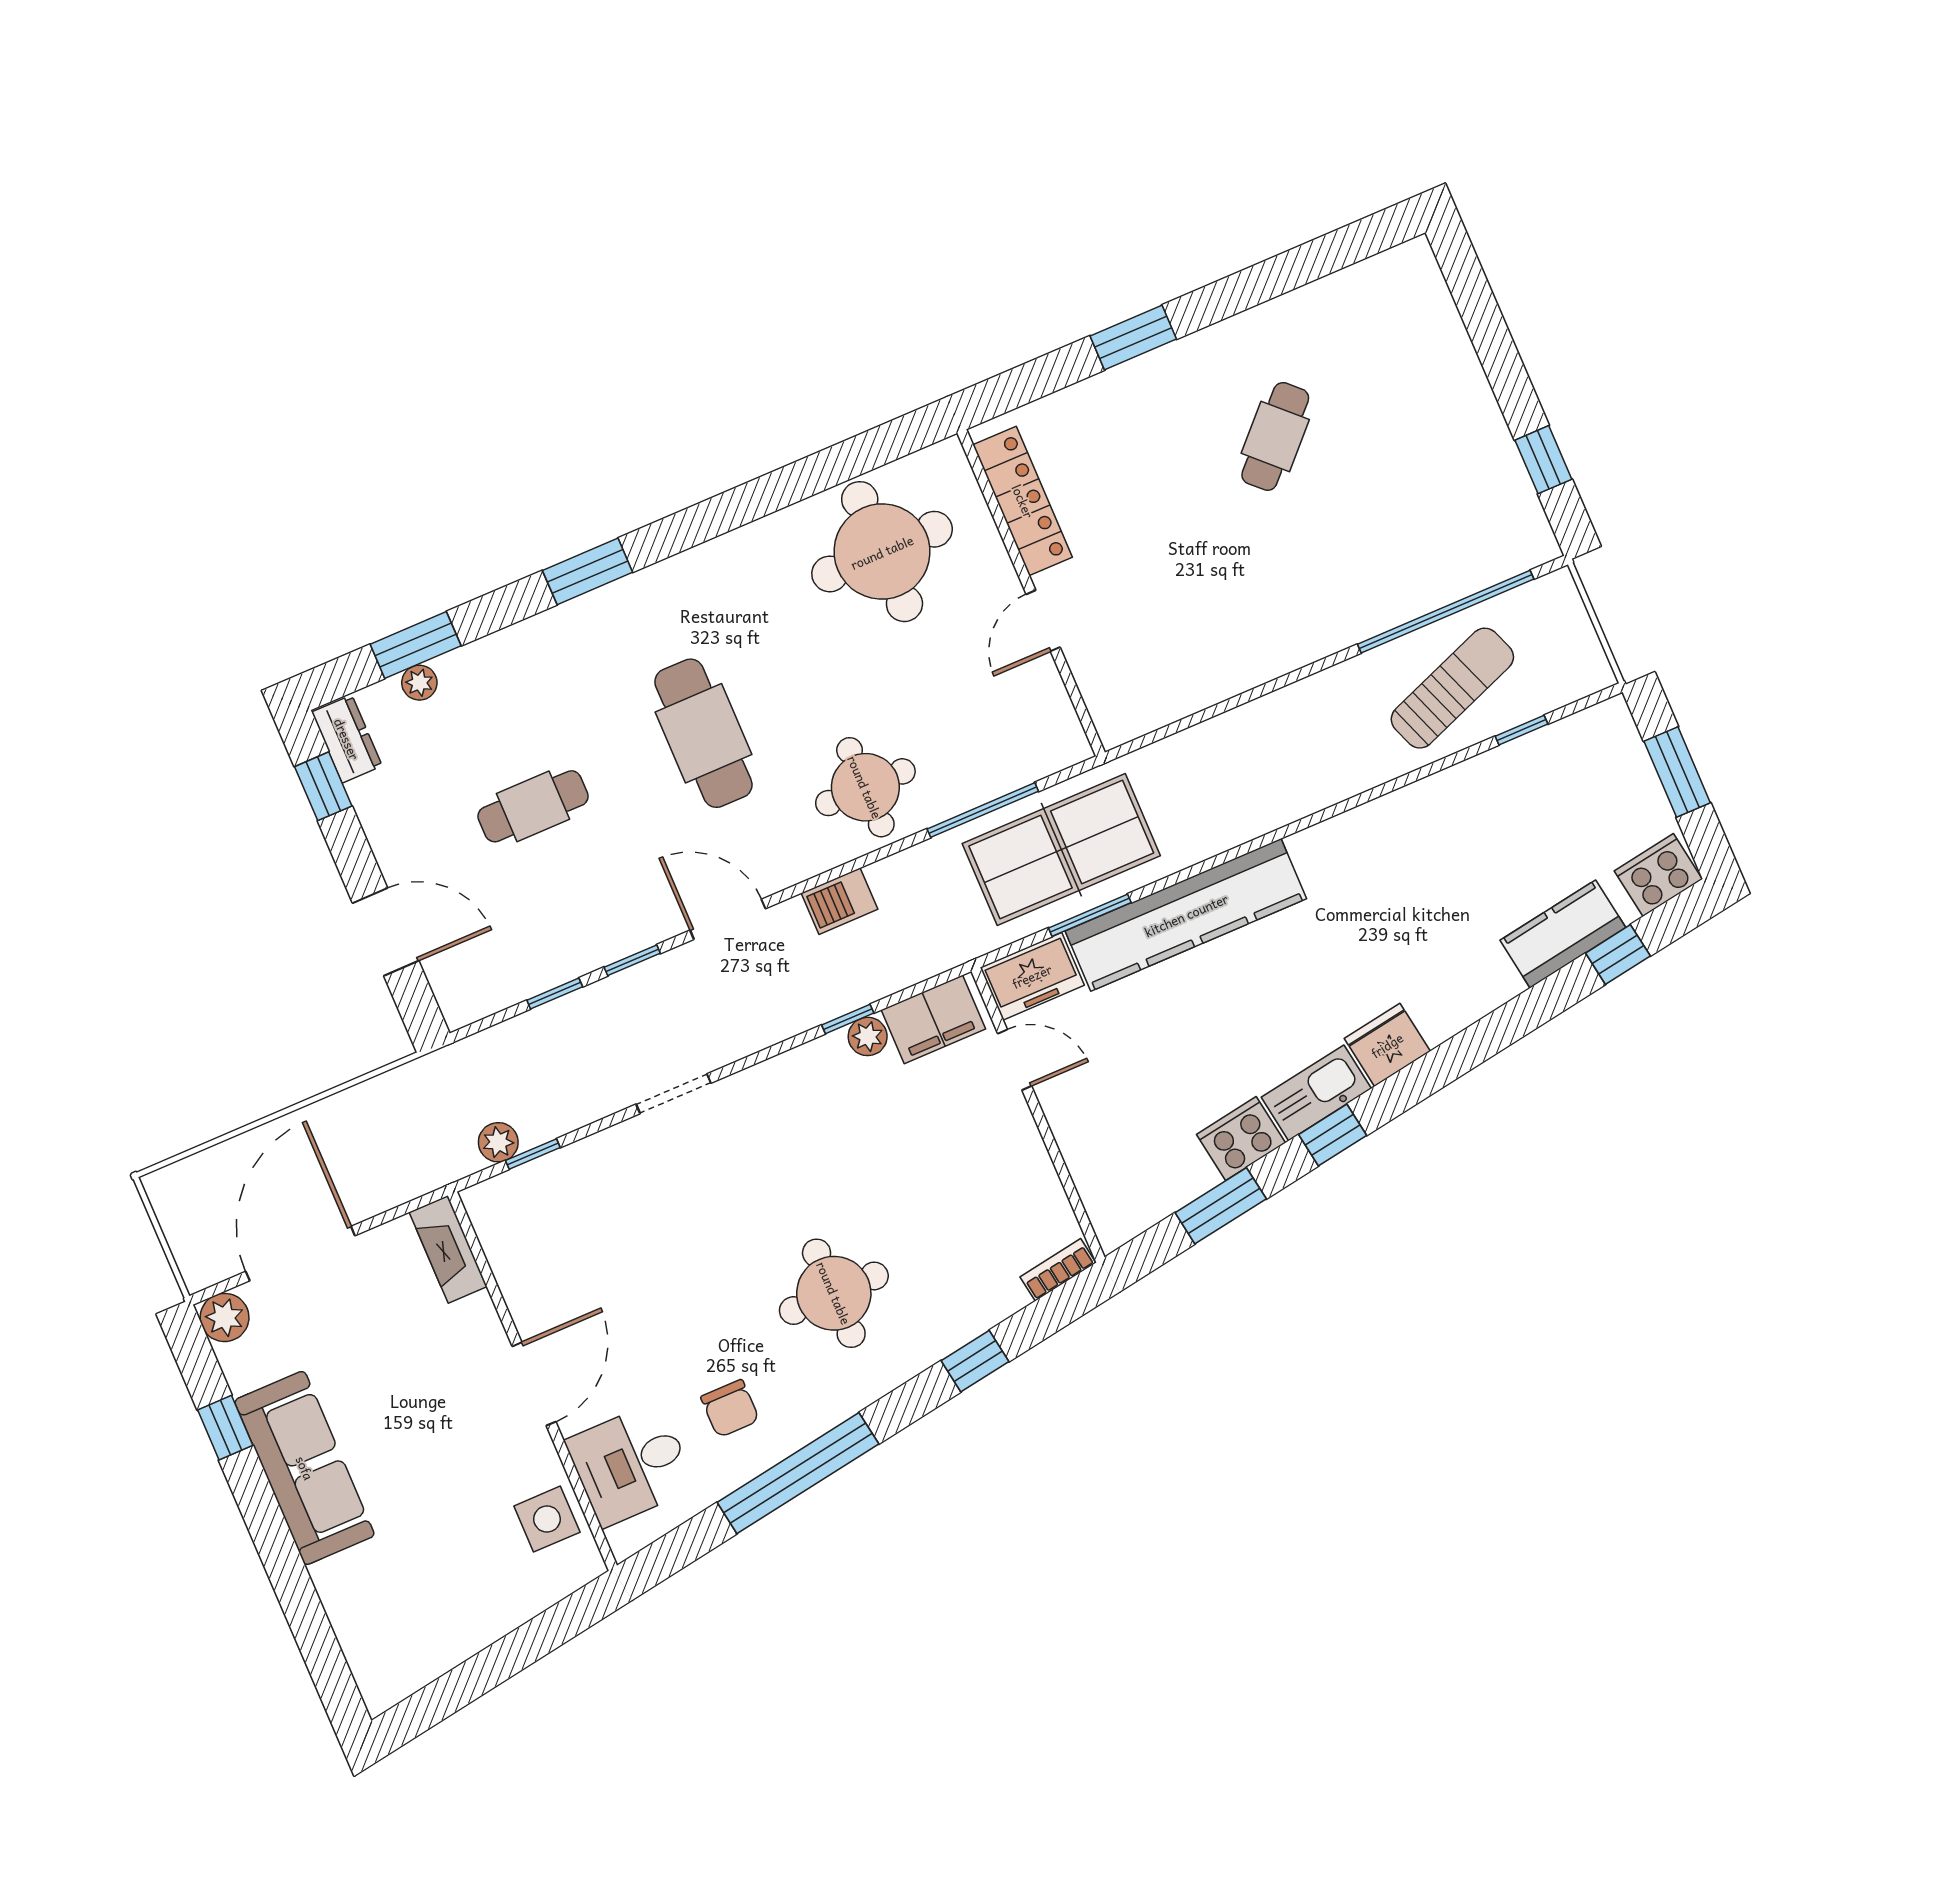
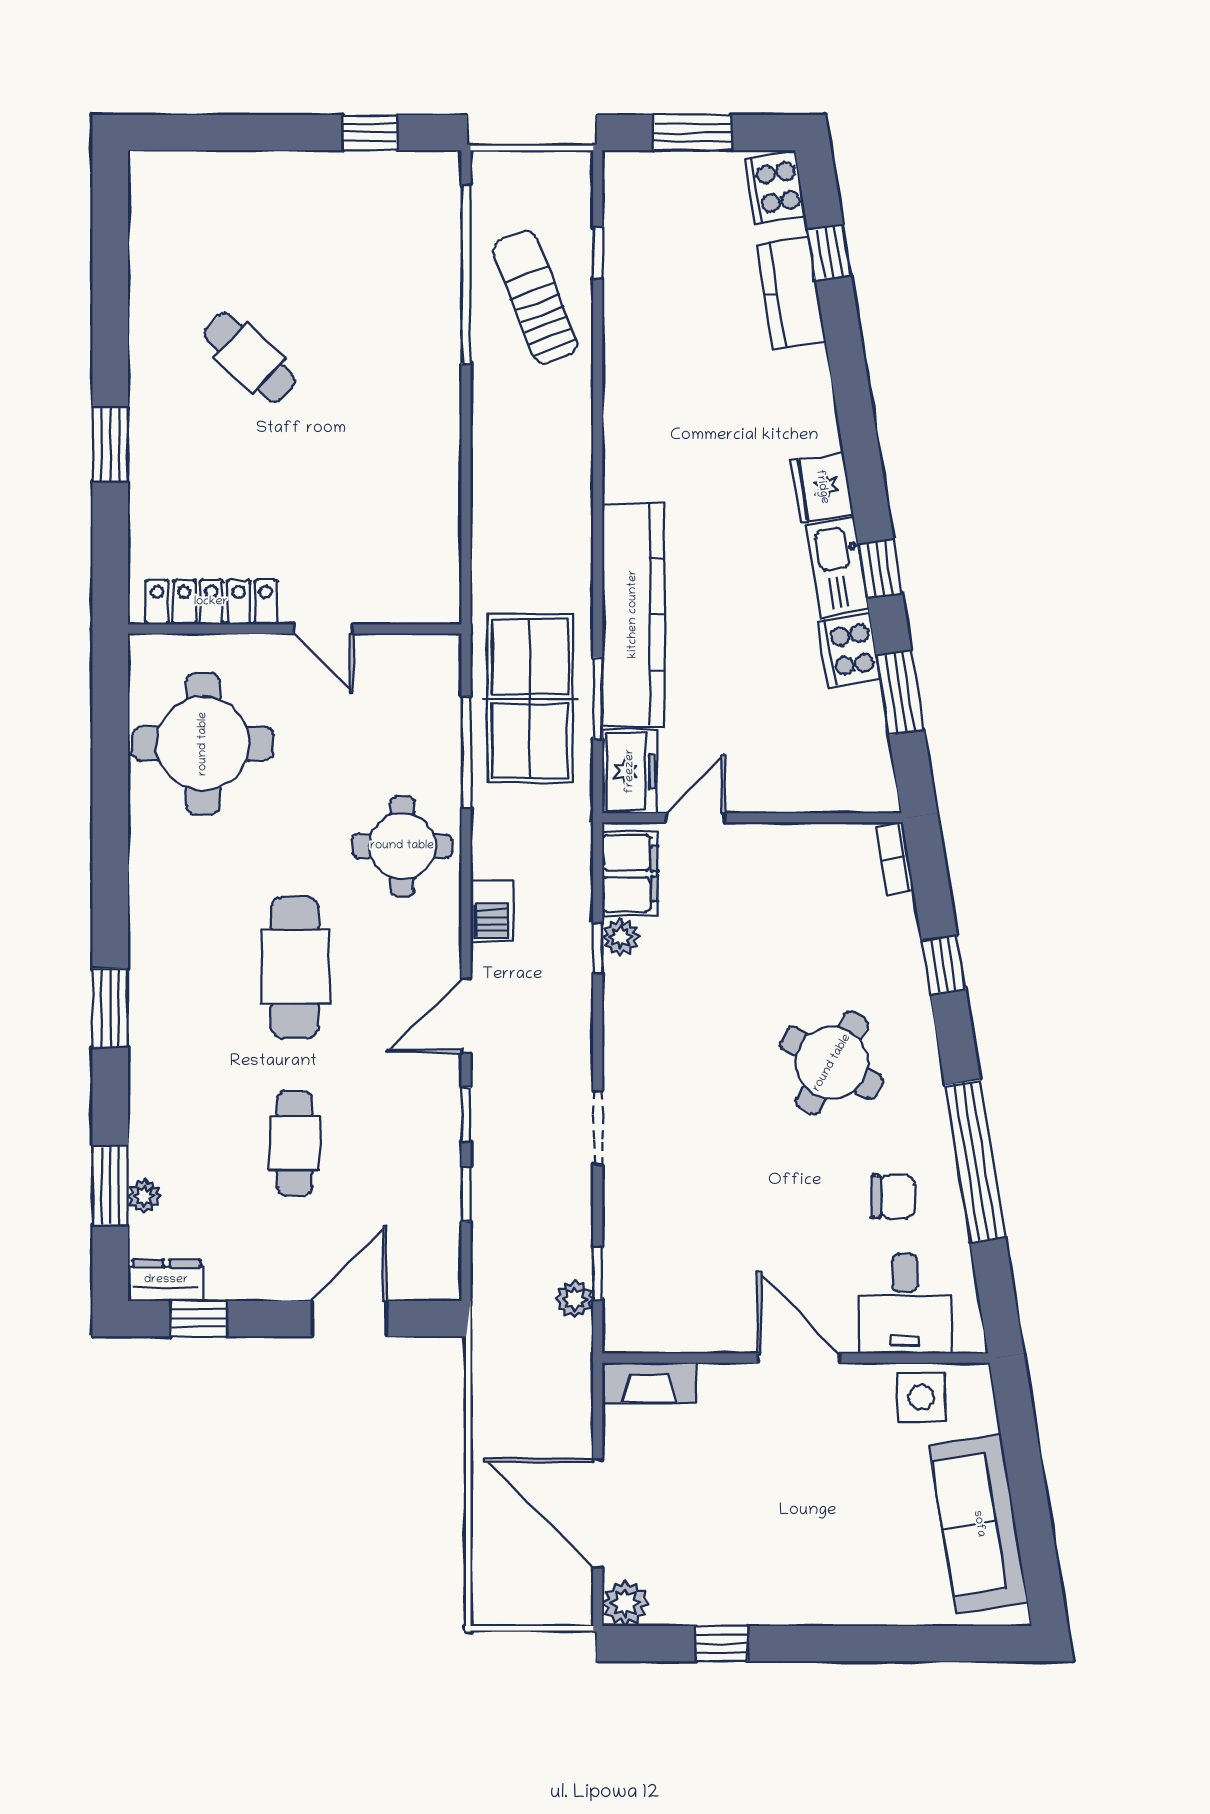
cafe table: (703, 733) -> (295, 967), turned 90
round table: (834, 1293) -> (832, 1063), turned 30
sofa: (305, 1468) -> (979, 1524), moved, turned -99

